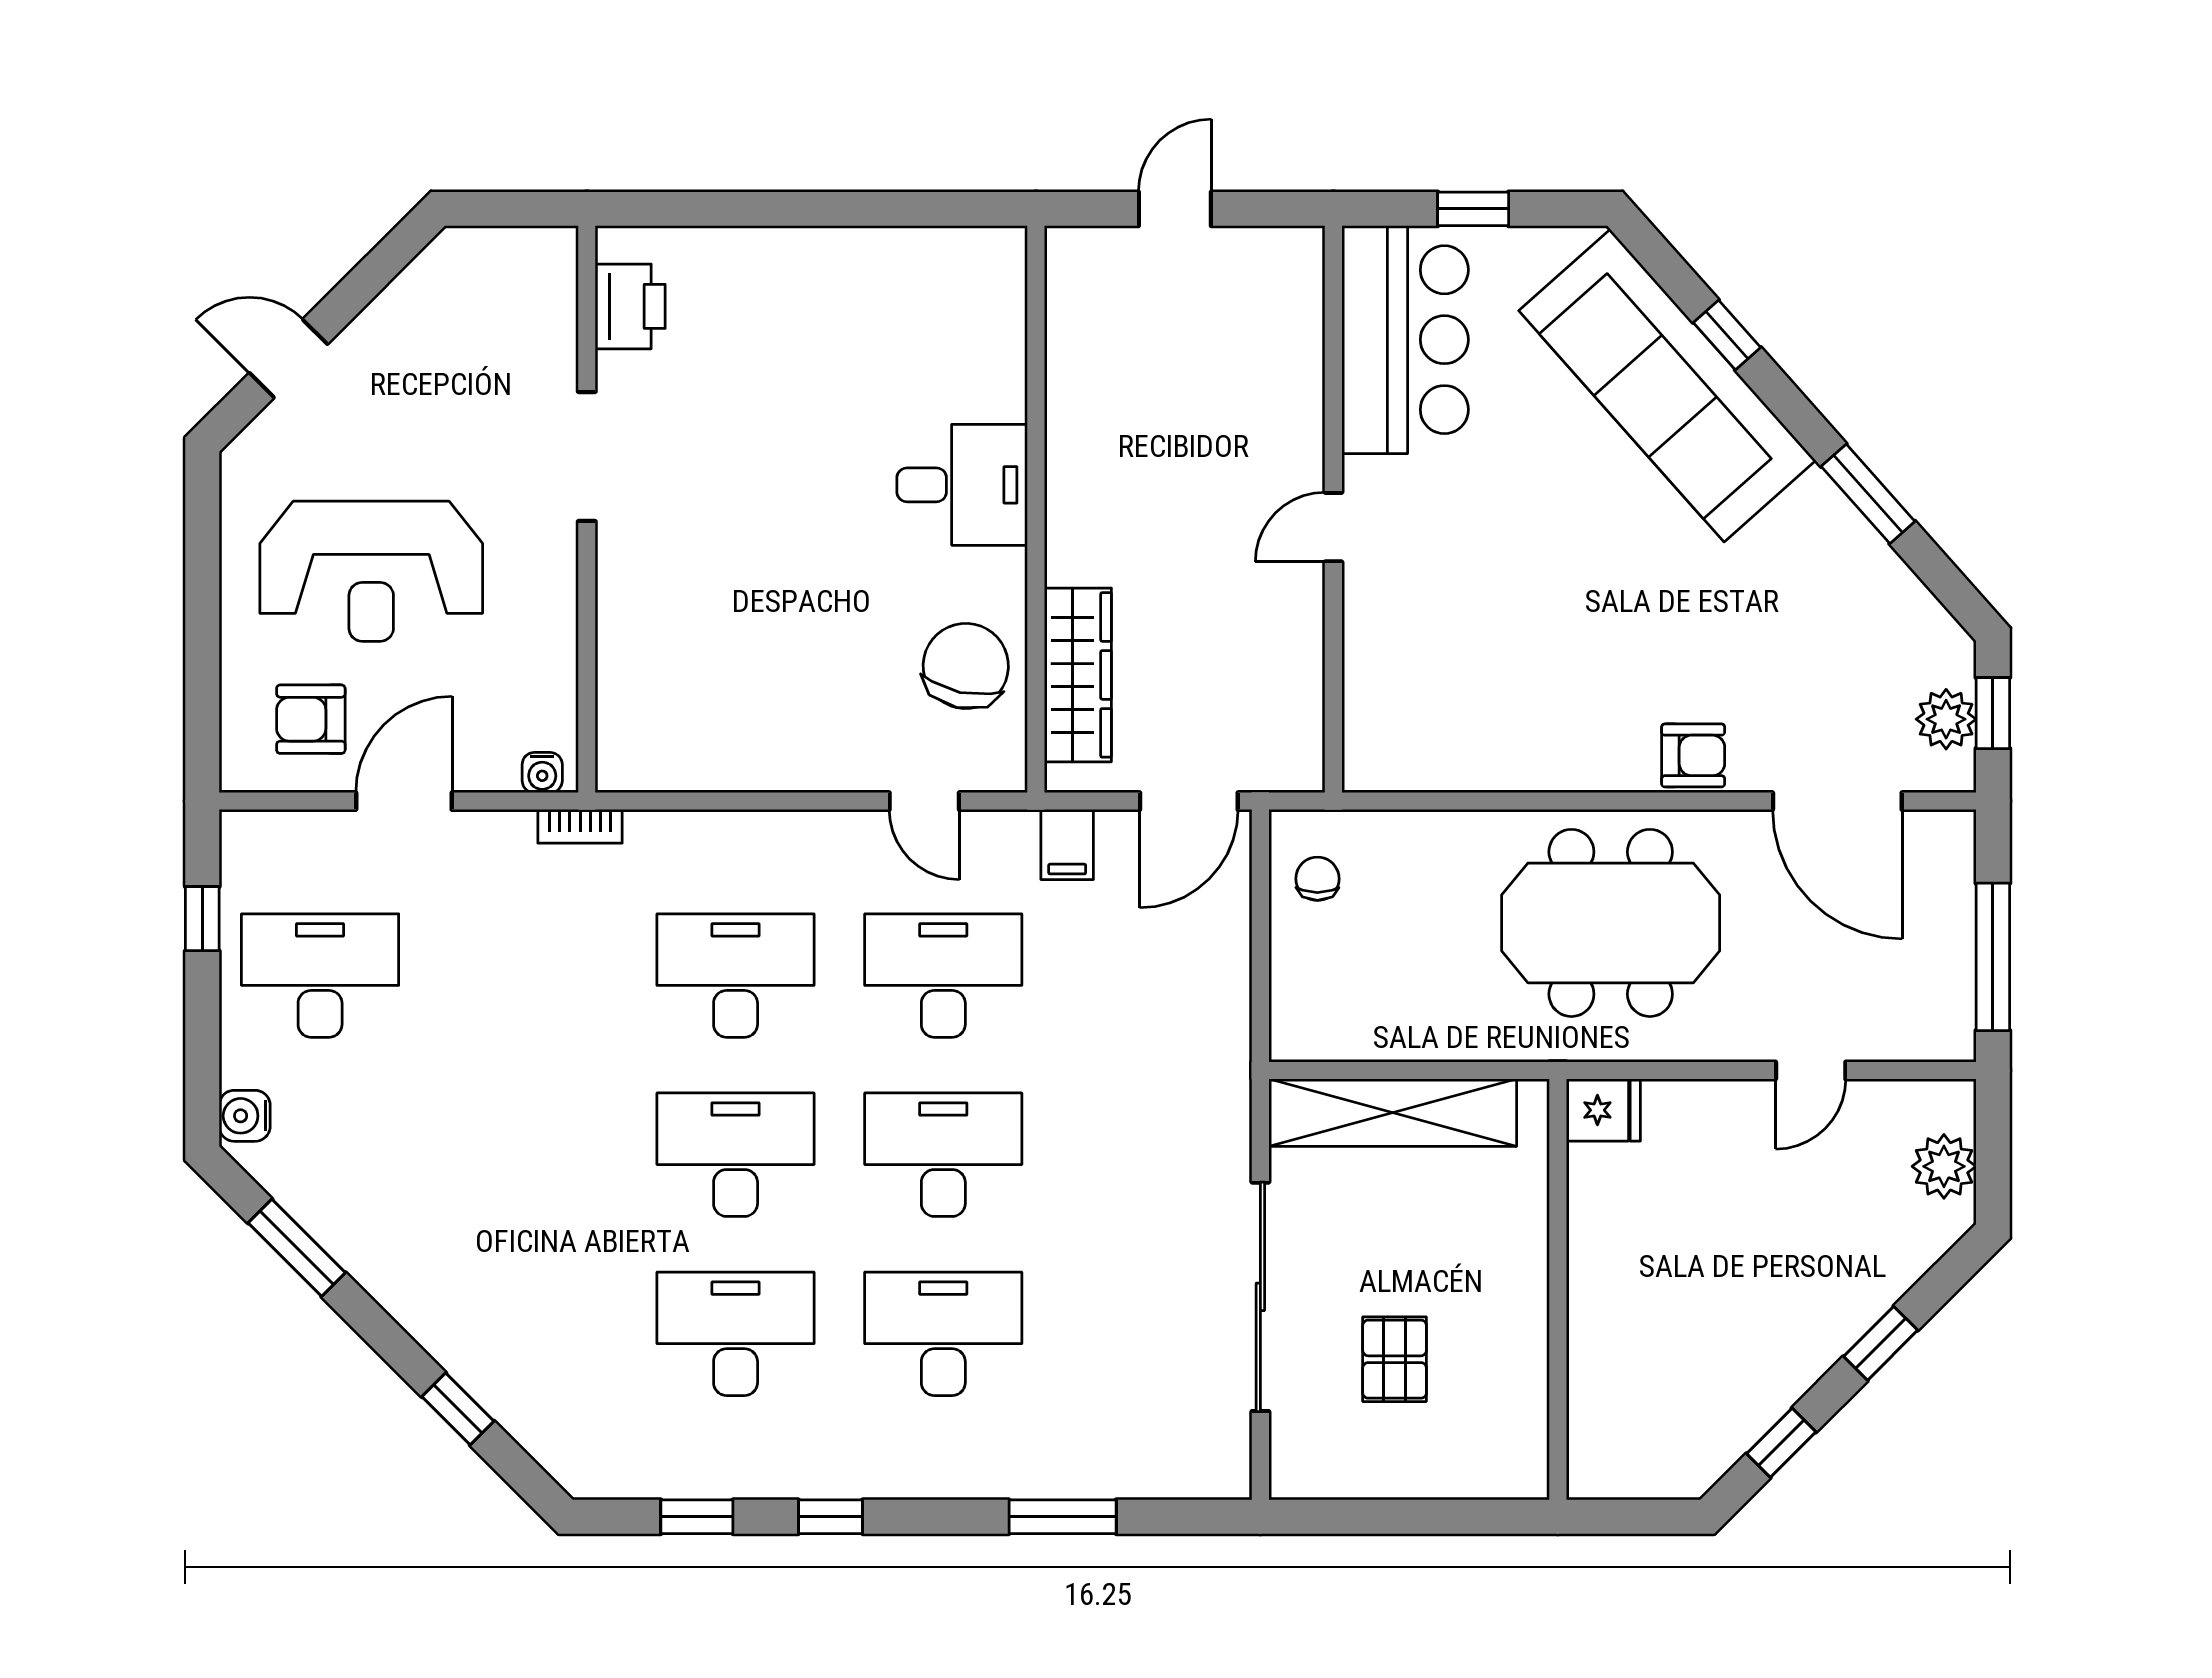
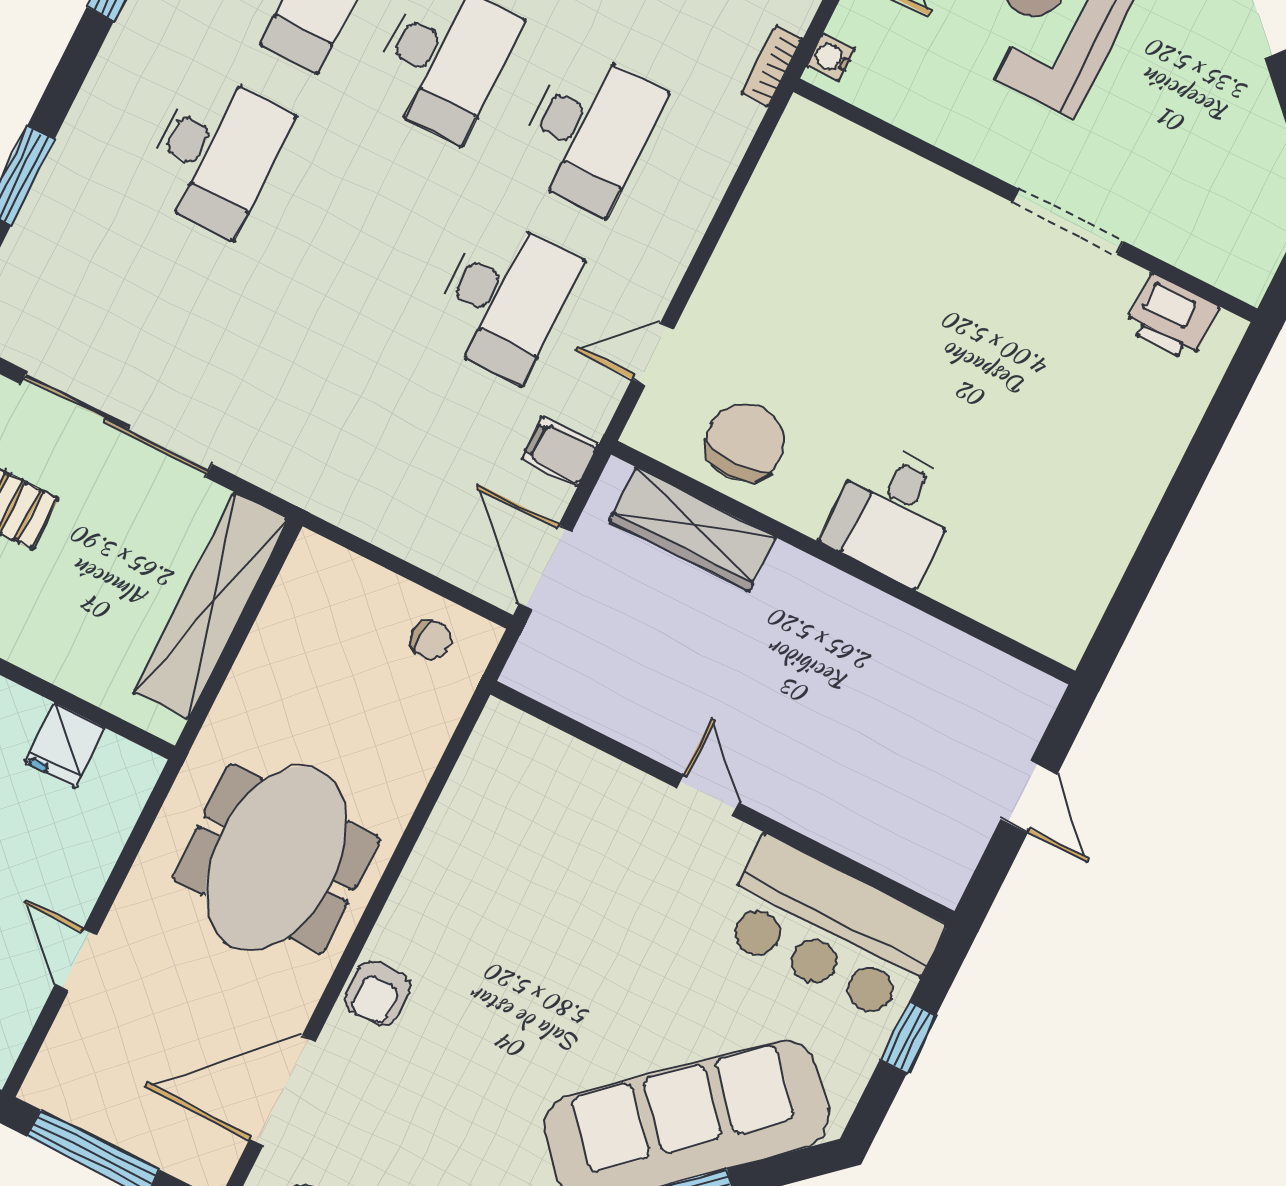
chair: (966, 666) -> (745, 442), turned -102
fridge: (1603, 1110) -> (65, 745), moved
desk: (943, 1155) -> (360, 226), removed

